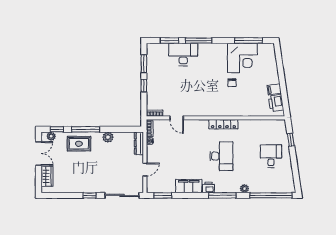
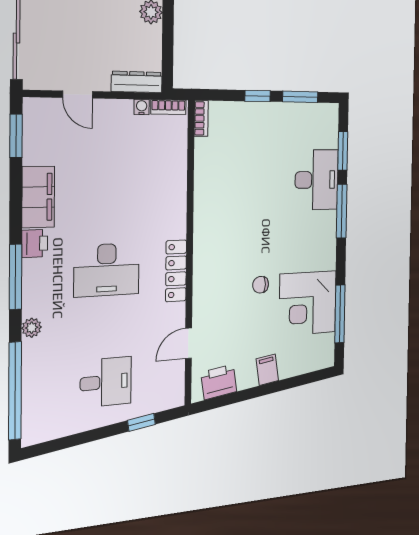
filing cabinet: (274, 89) -> (267, 370), moved
door: (177, 118) -> (188, 343), moved

